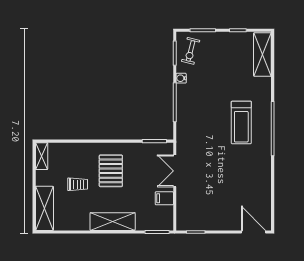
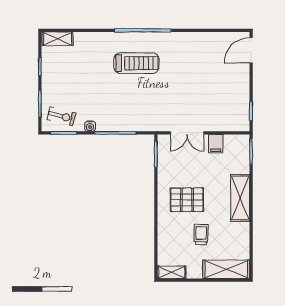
shelving: (262, 54) -> (58, 39), width x0.67, depth x0.75

